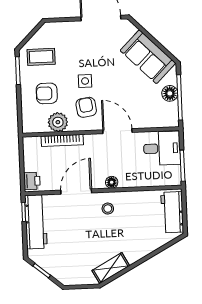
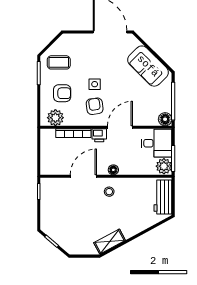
armchair: (47, 93) -> (62, 93), turned 180
floor lamp: (170, 93) -> (165, 119), moved
plant: (58, 122) -> (55, 118), moved
door: (117, 131) -> (120, 127), hinge flipped
plant: (172, 175) -> (164, 166), added
printer: (32, 181) -> (99, 135), moved, turned 90
workbench: (36, 222) -> (49, 200), removed

